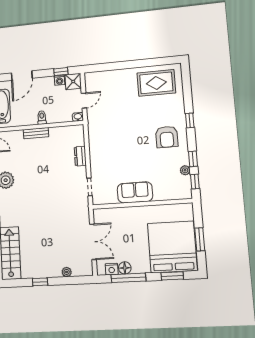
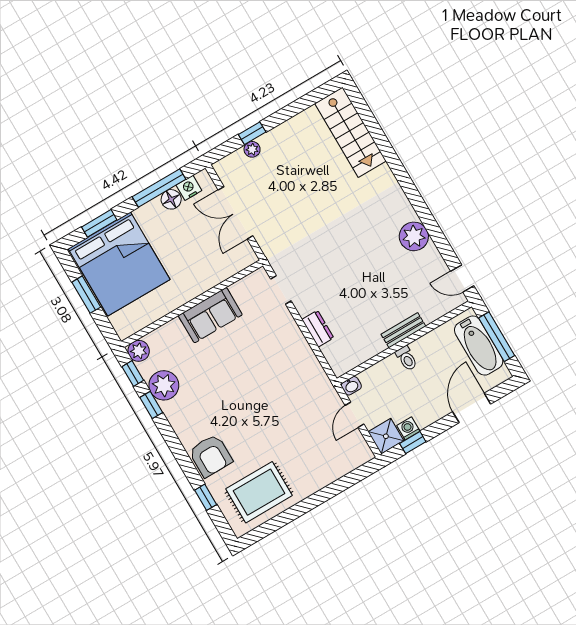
window: (190, 120) -> (206, 497), moved
armchair: (167, 137) -> (210, 456), moved, turned 180
plant: (185, 170) -> (164, 385), width x1.87, depth x1.87
plant: (185, 193) -> (139, 351), added
window: (40, 282) -> (252, 133), moved

